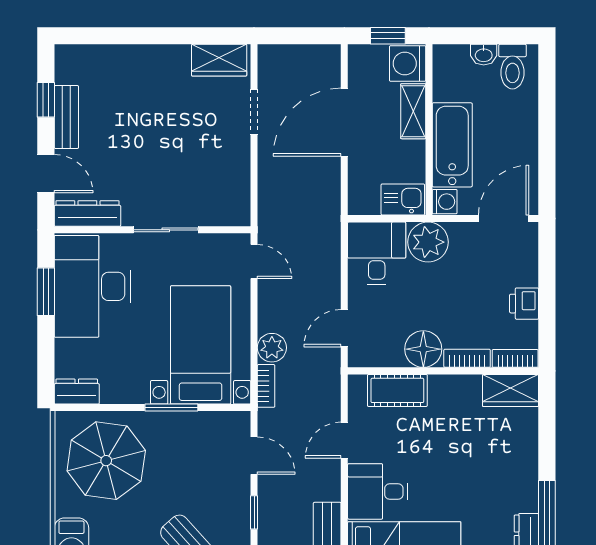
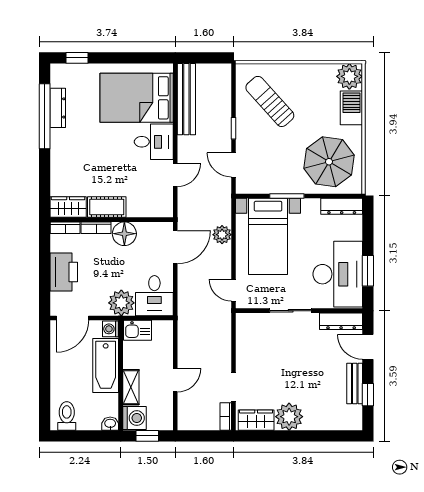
washbasin: (484, 55) -> (110, 424), moved
plant: (168, 66) -> (289, 417), added
door: (344, 122) -> (175, 380), width x0.53
printer: (524, 304) -> (64, 272), width x1.87, depth x1.48
door: (344, 328) -> (175, 247), width x1.38
bookcase: (266, 386) -> (226, 417), moved
cot: (397, 390) -> (107, 207), moved
dresser: (77, 392) -> (342, 206), width x1.44

